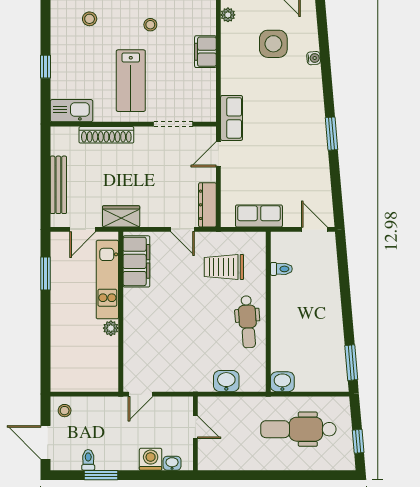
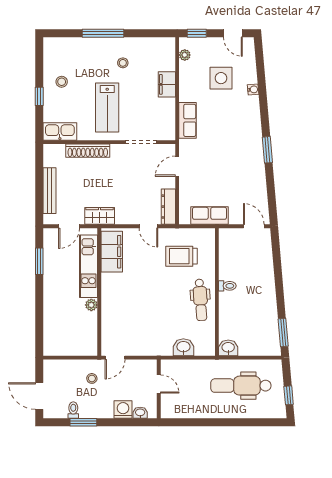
stool: (90, 19) -> (62, 82), moved
row of seats: (232, 118) -> (188, 120), moved
toilet: (281, 269) -> (227, 286), moved
stool: (65, 411) -> (92, 378), moved

